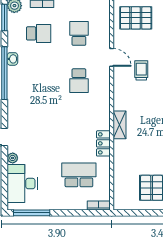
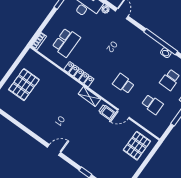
trolley: (141, 70) -> (107, 112), moved
shelving: (119, 125) -> (89, 96), moved
locker: (103, 143) -> (79, 74), width x1.53

